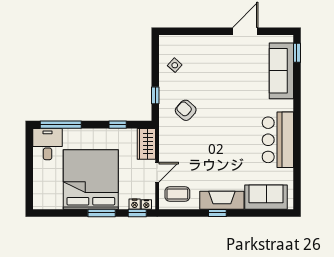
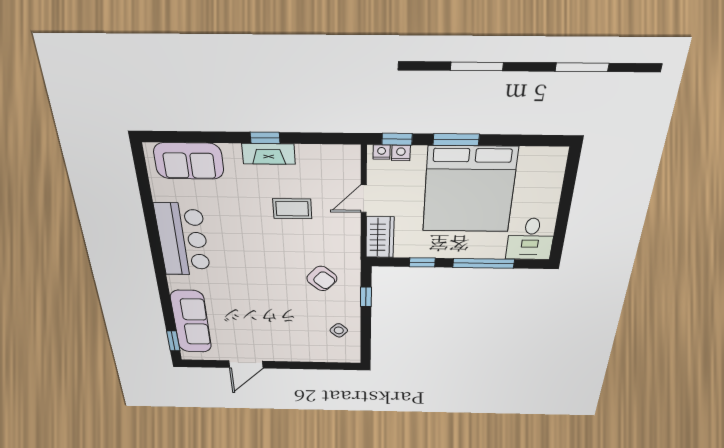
window: (61, 125) -> (484, 263), moved
coffee table: (177, 194) -> (292, 209), moved
fireplace: (222, 200) -> (268, 154), width x0.73, depth x0.76

